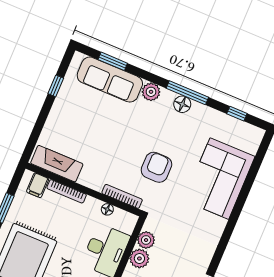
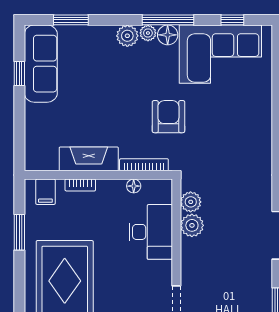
sofa: (110, 80) -> (41, 64), moved, turned -90
plant: (168, 96) -> (148, 33), added
fireplace: (57, 164) -> (89, 159), moved
corner sofa: (219, 179) -> (220, 54), moved, turned -90
bookcase: (67, 191) -> (80, 185), width x0.64

